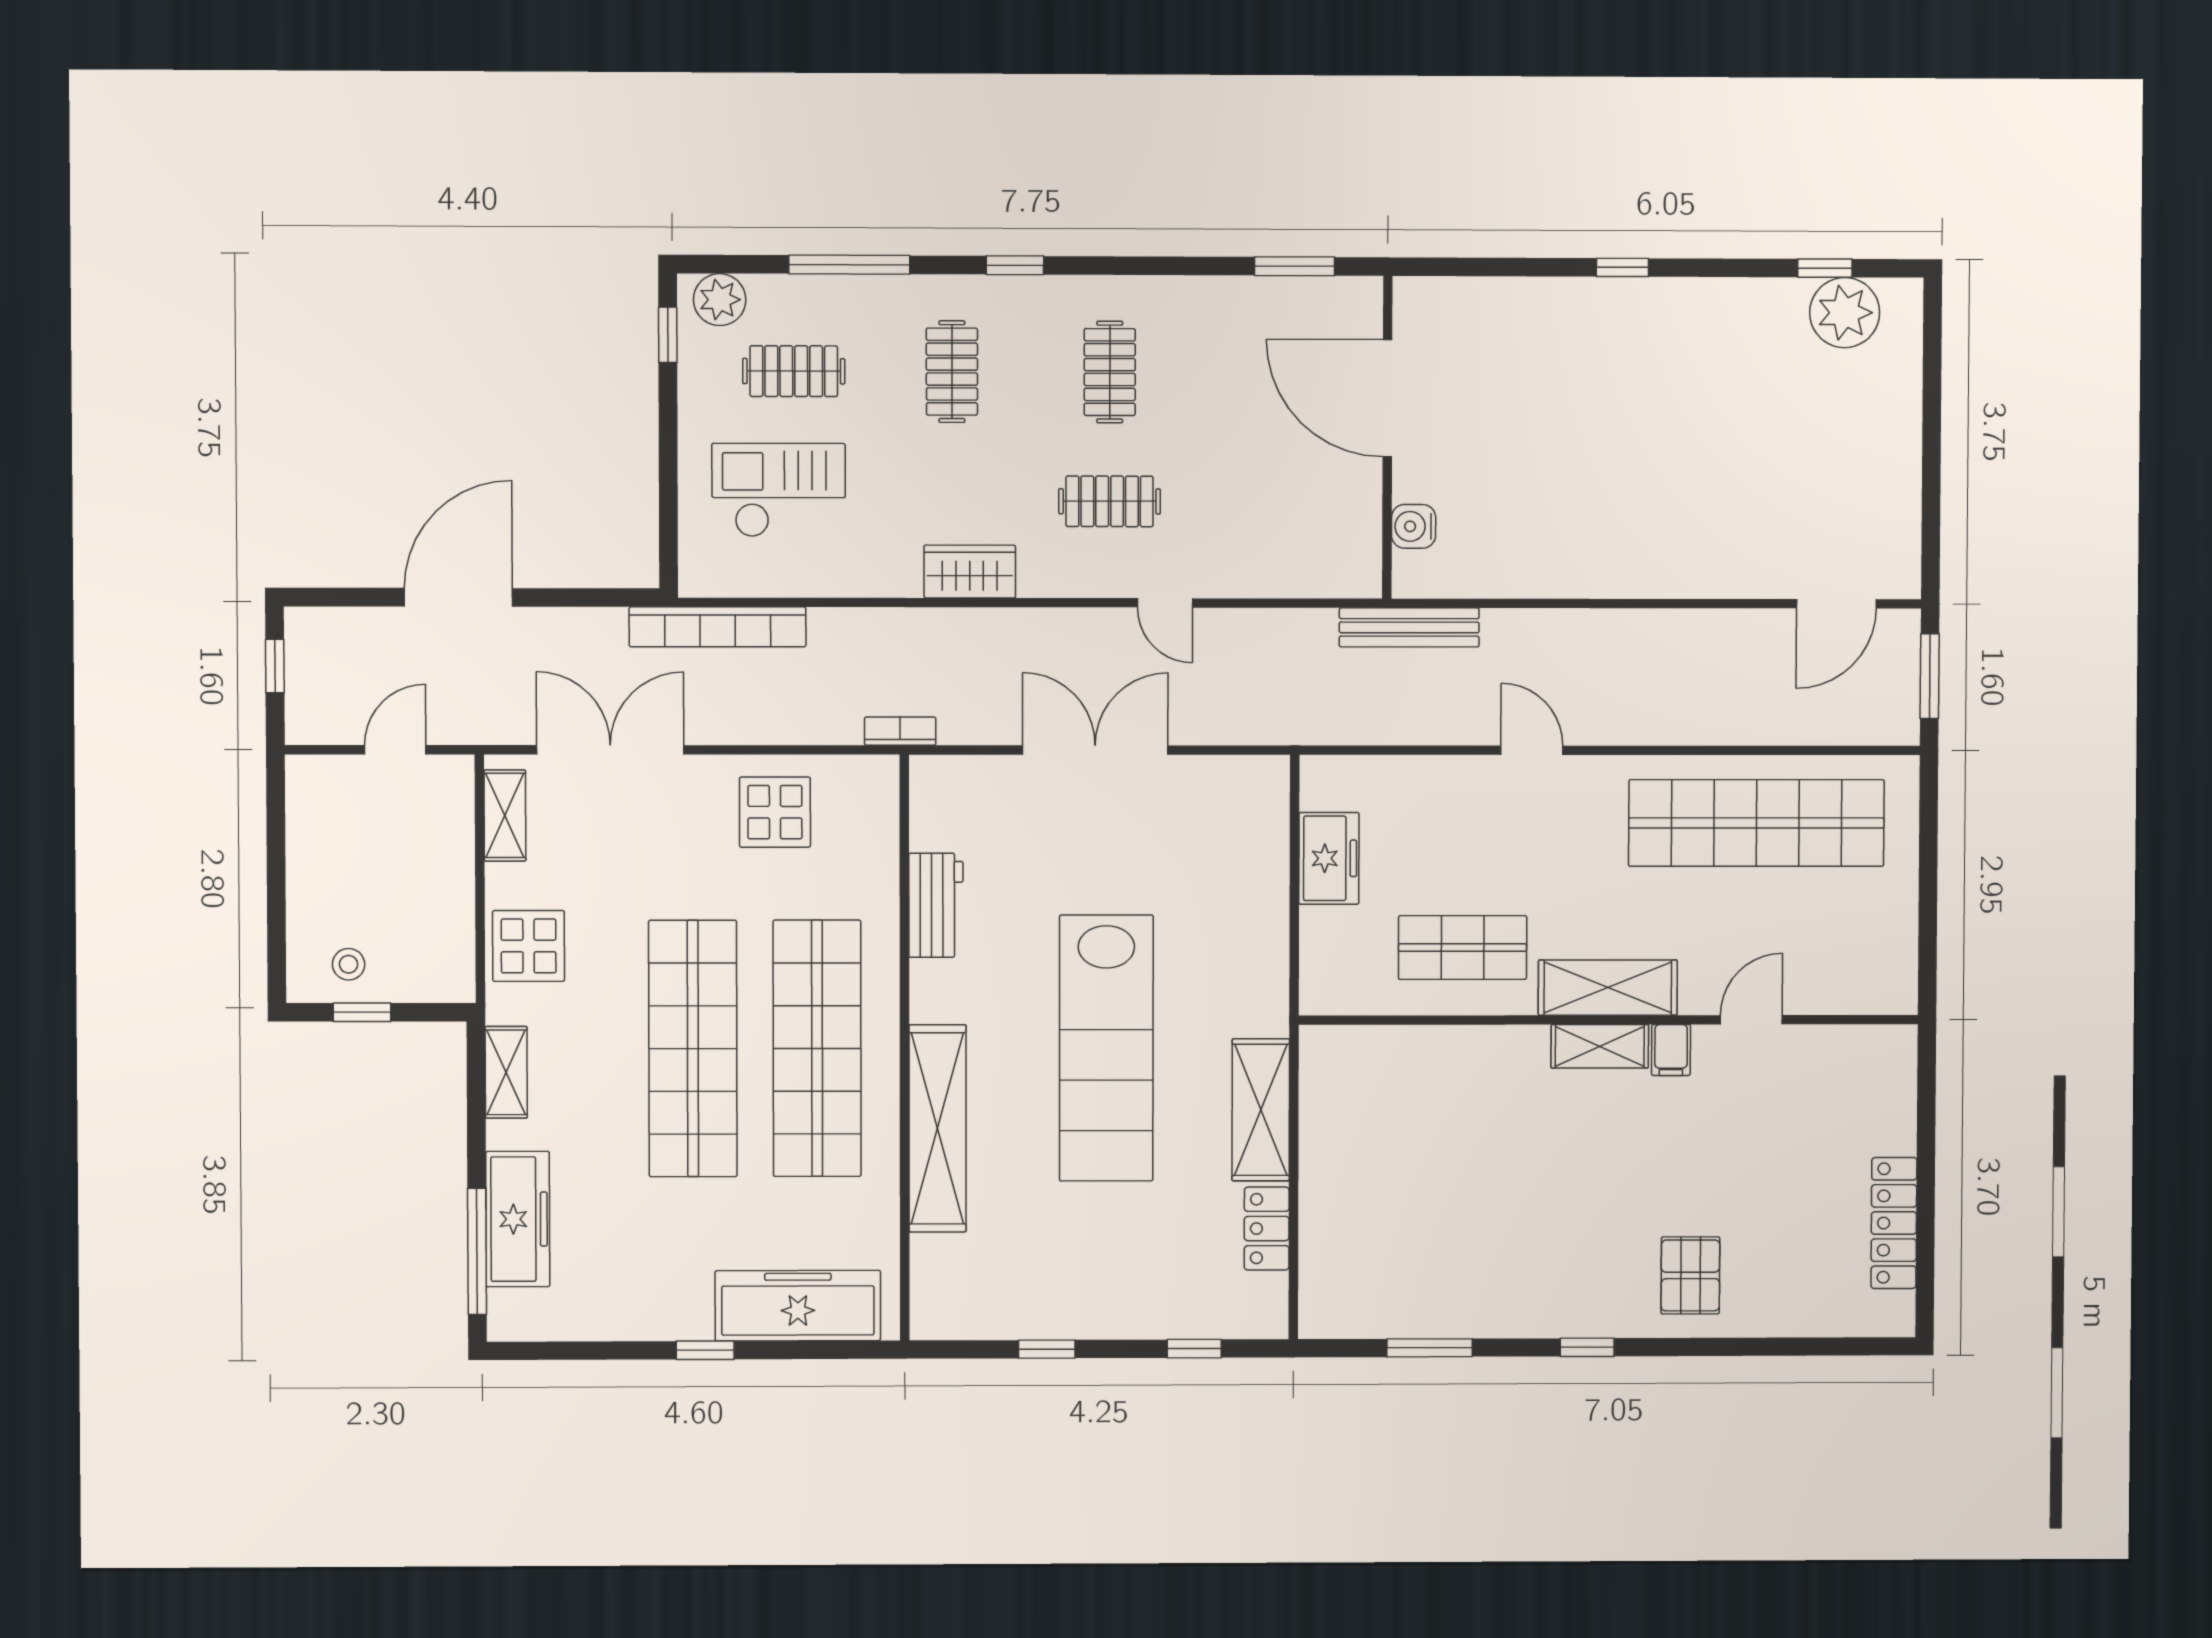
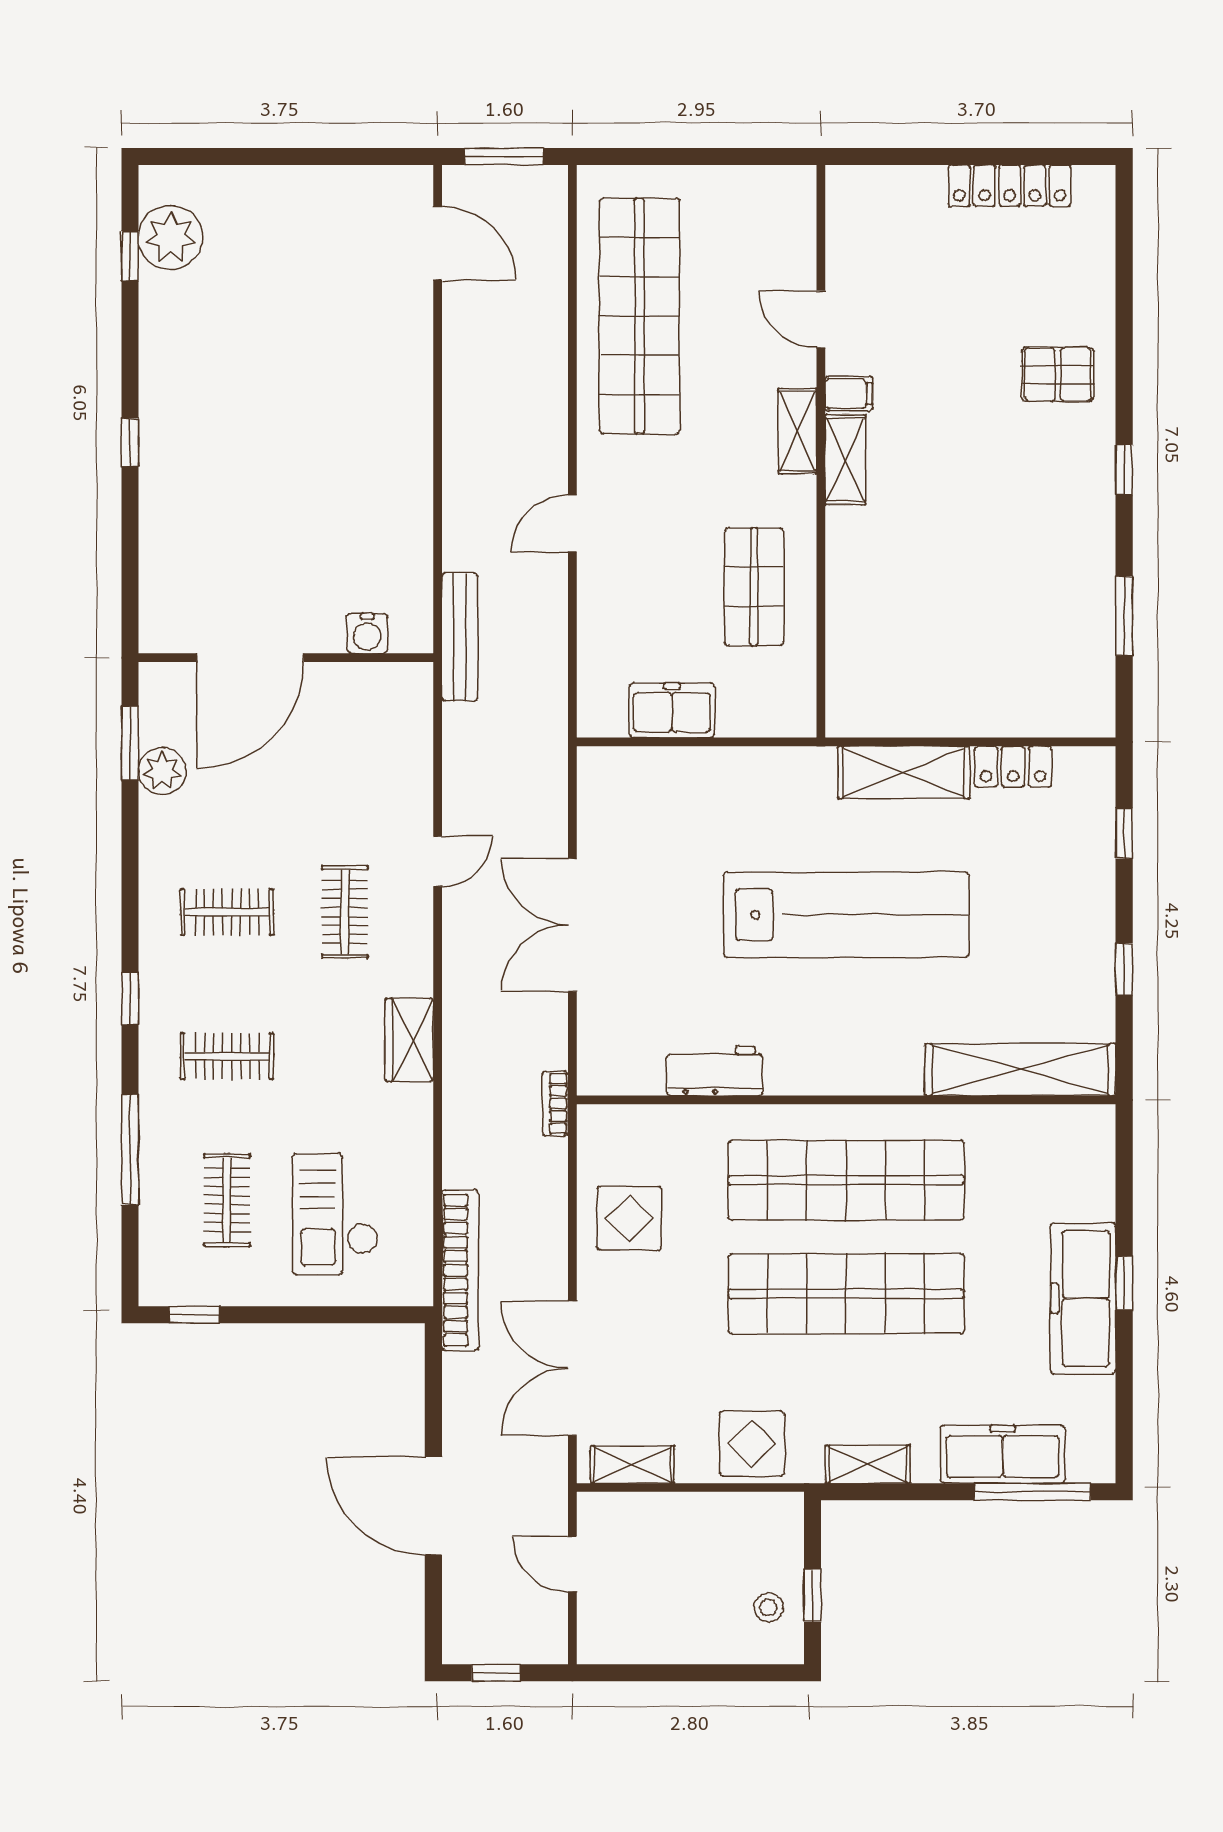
plant: (720, 300) -> (162, 771), moved
shelving: (1608, 988) -> (797, 431), width x0.67, depth x0.75
shelving: (938, 1128) -> (1020, 1070), moved
freezer: (798, 1306) -> (1083, 1298), moved

